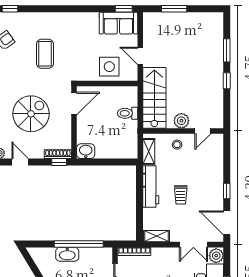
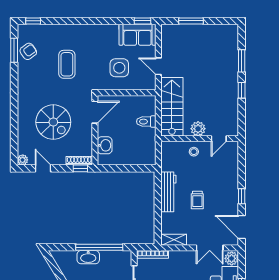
side table: (109, 67) -> (119, 68), moved
spiral stairs: (31, 114) -> (53, 122), turned 90
washbasin: (86, 151) -> (105, 145), moved, turned 90
shelving: (149, 151) -> (167, 158), removed

